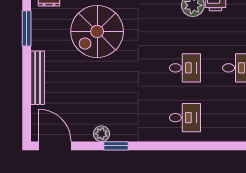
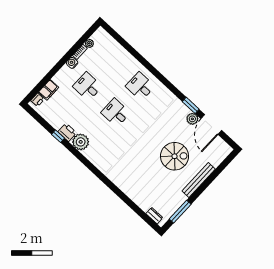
spiral stairs: (97, 31) -> (175, 156), moved, width x0.73, depth x0.73
door: (55, 146) -> (211, 124), moved

